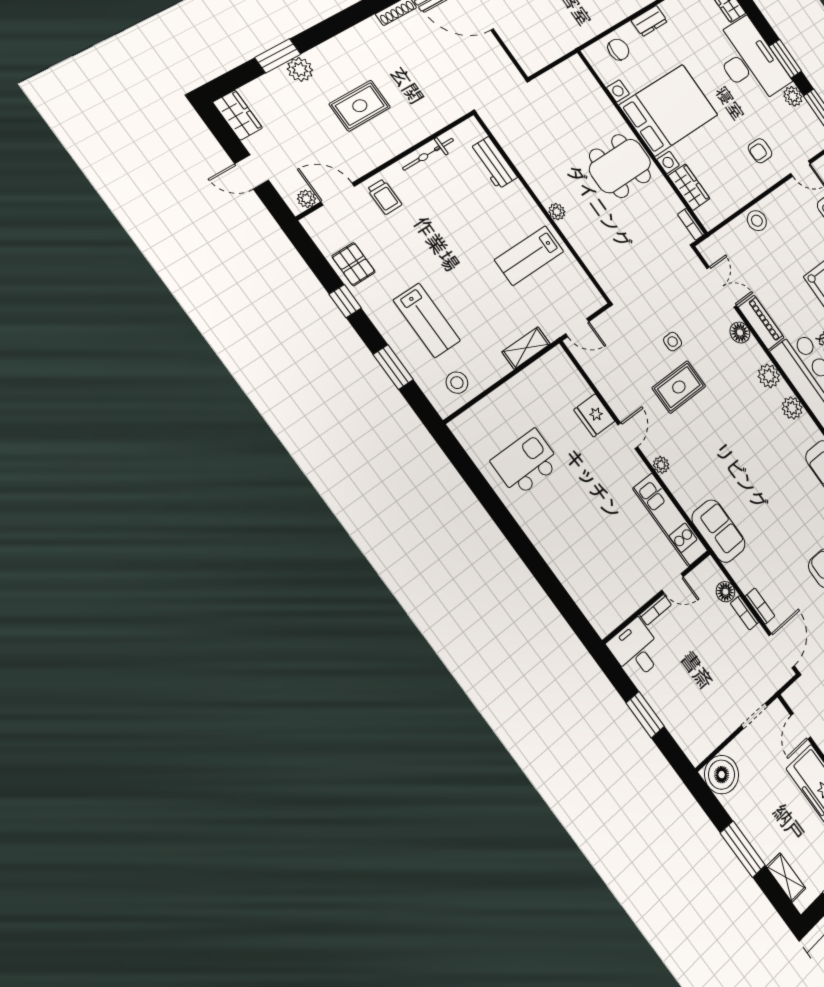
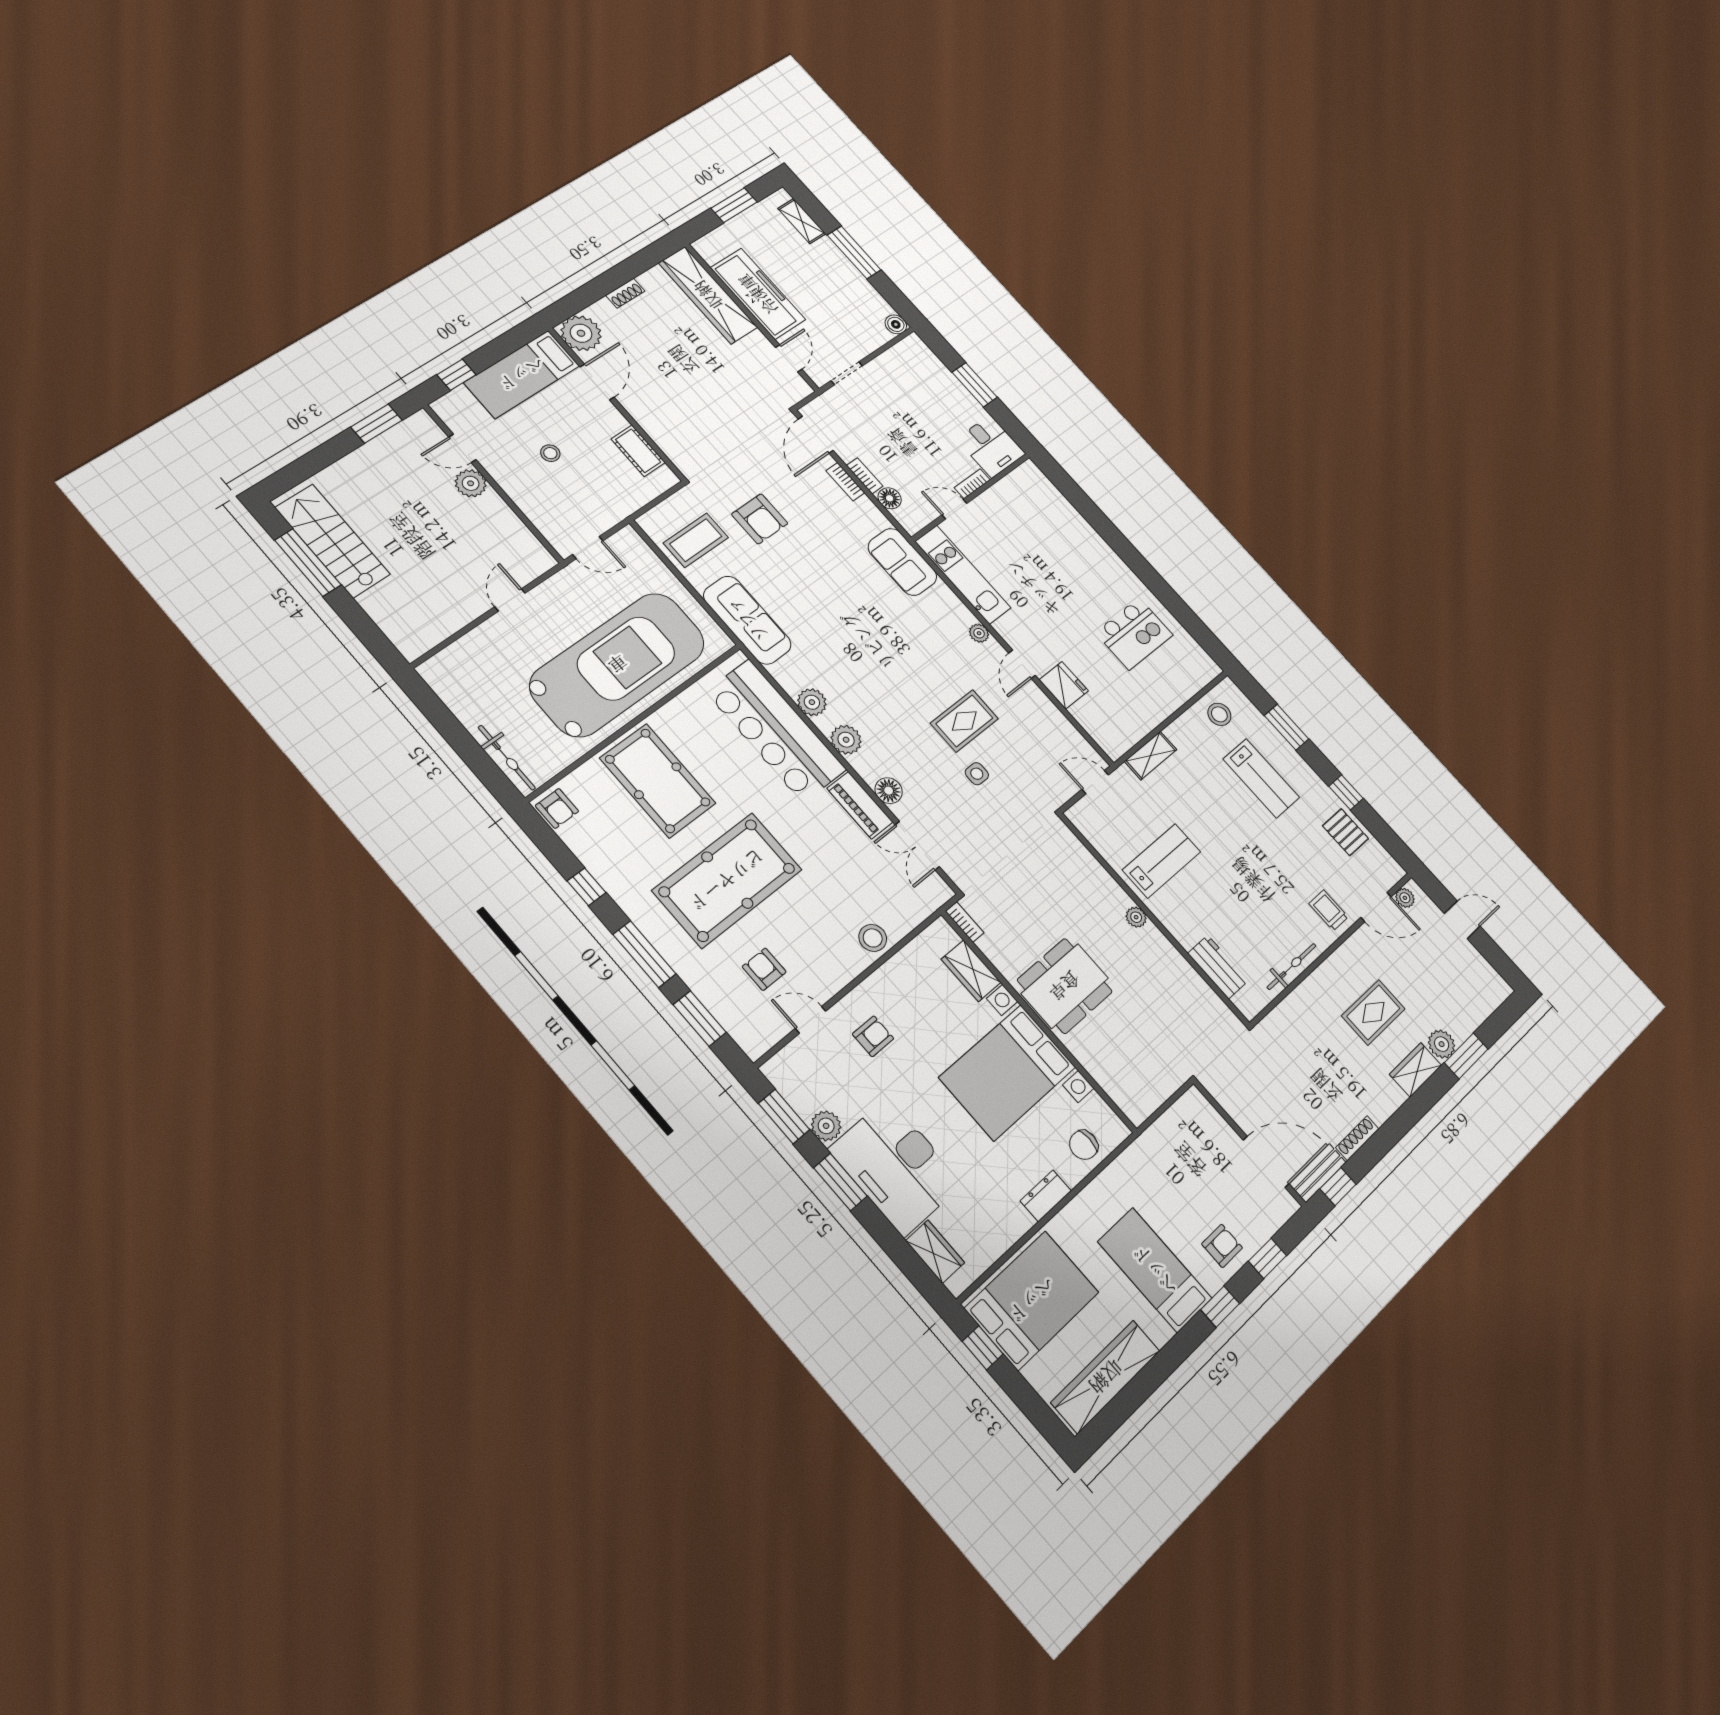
wardrobe: (238, 115) -> (1415, 1070), moved, turned 90
lab bench: (427, 320) -> (1261, 778), turned 180
boiler: (722, 775) -> (896, 324), width x0.54, depth x0.54

